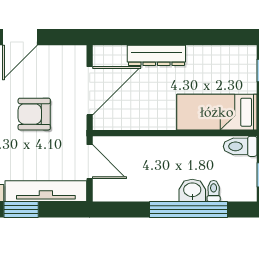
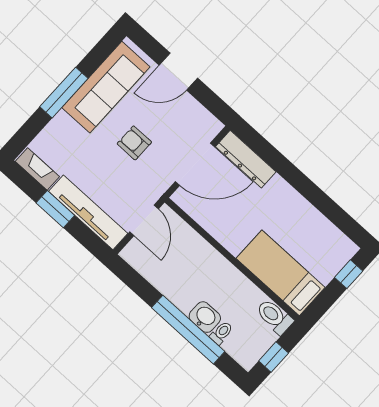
dresser: (156, 55) -> (246, 159), moved
armchair: (34, 114) -> (134, 143), width x0.72, depth x0.72

